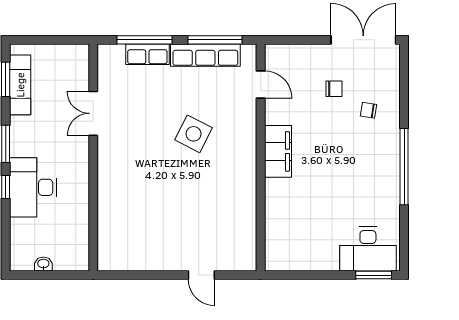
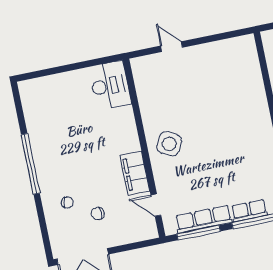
side table: (194, 134) -> (169, 144), moved
filing cabinet: (278, 151) -> (135, 173), moved
desk: (368, 249) -> (110, 85), moved, turned 90
window: (374, 275) -> (37, 74), removed

